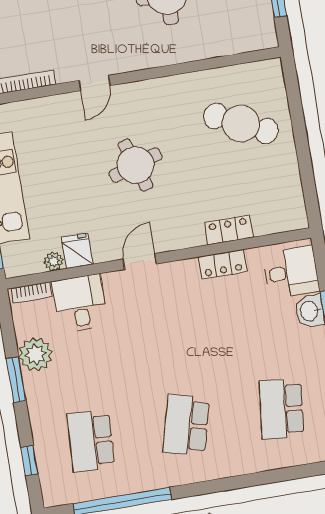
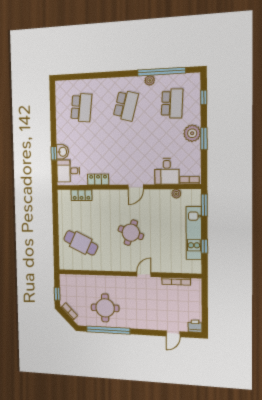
round table: (136, 165) -> (131, 233), turned 38
locker: (229, 230) -> (81, 195), moved
fridge: (77, 251) -> (164, 197), removed
plant: (36, 354) -> (192, 133), moved
plant: (144, 481) -> (150, 80), added

